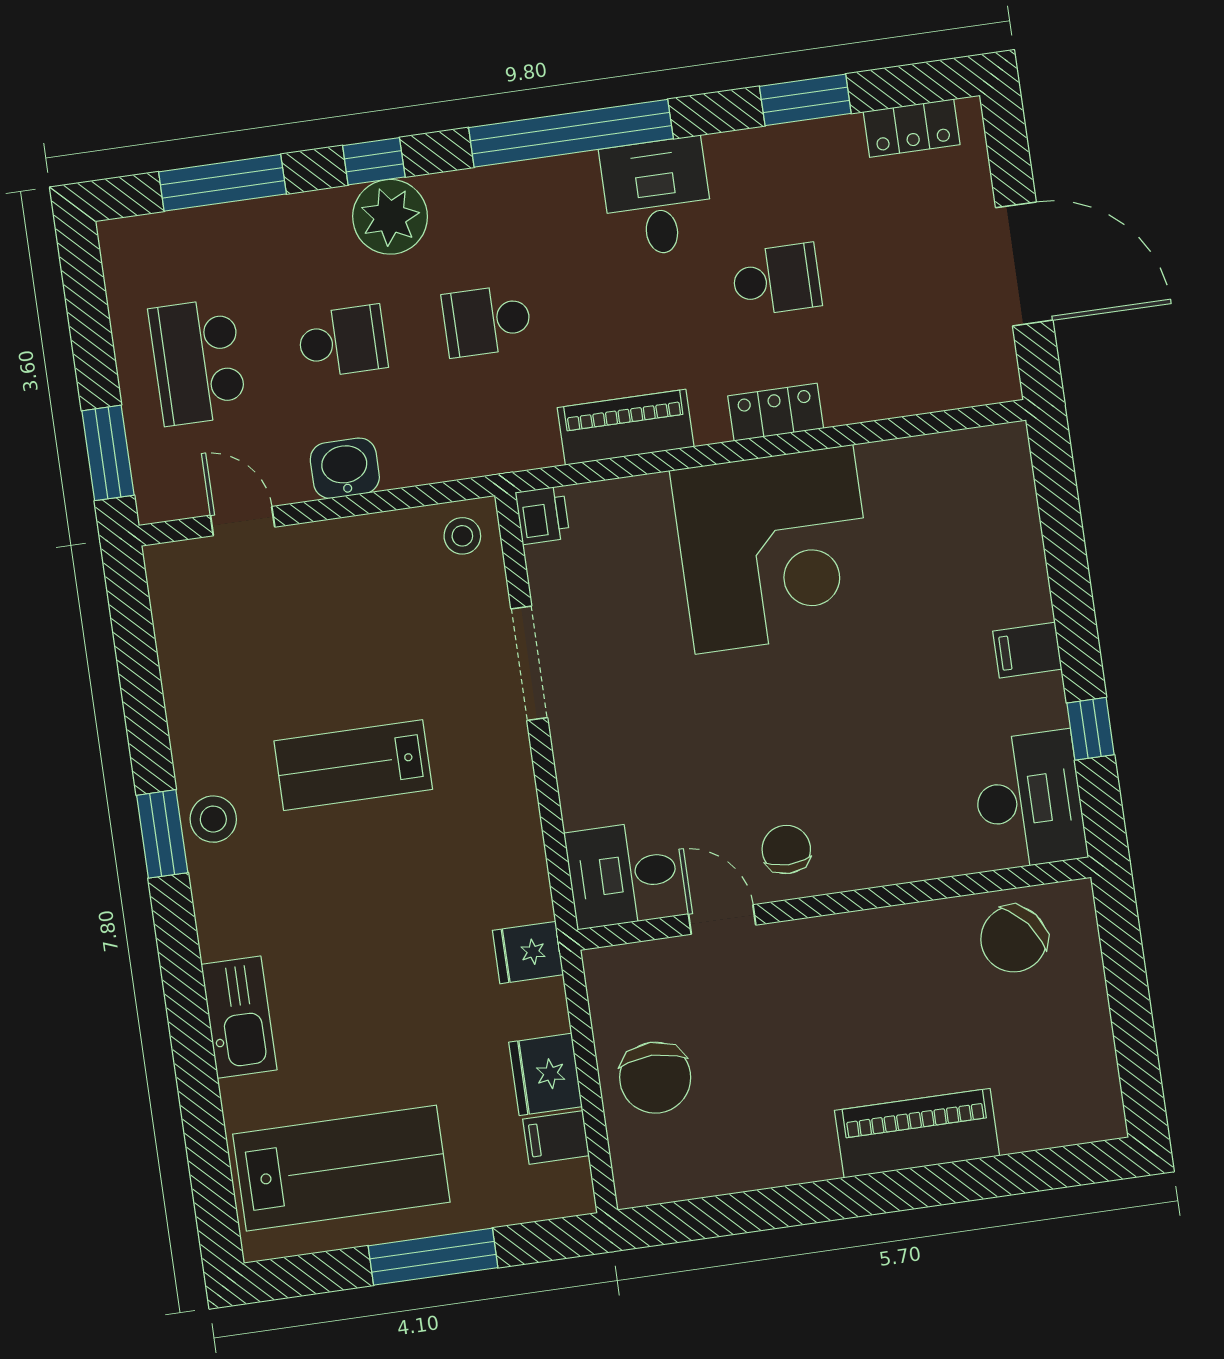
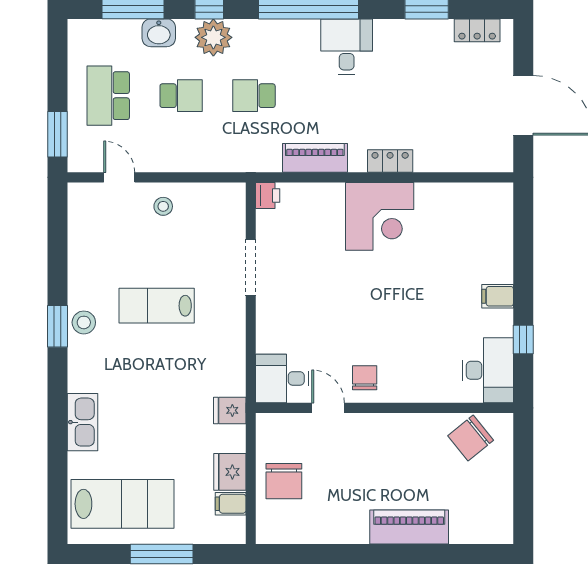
school desk: (776, 280) -> (400, 96), removed
washbasin: (345, 468) -> (159, 33), moved, turned 180
stool: (462, 536) -> (163, 206), moved
corner desk: (774, 549) -> (380, 216), width x0.74, depth x0.74

